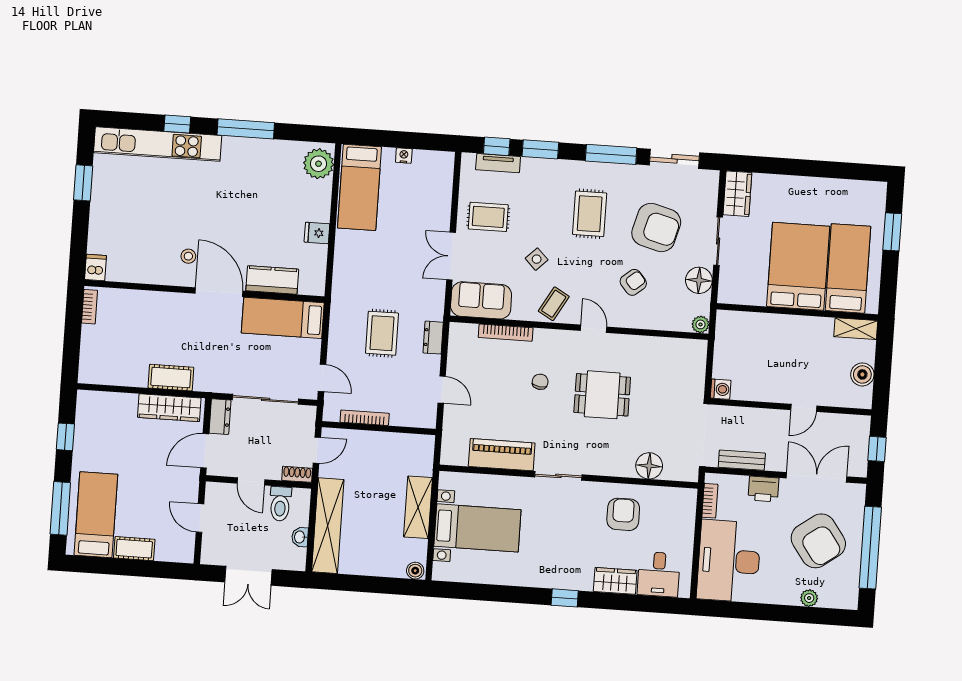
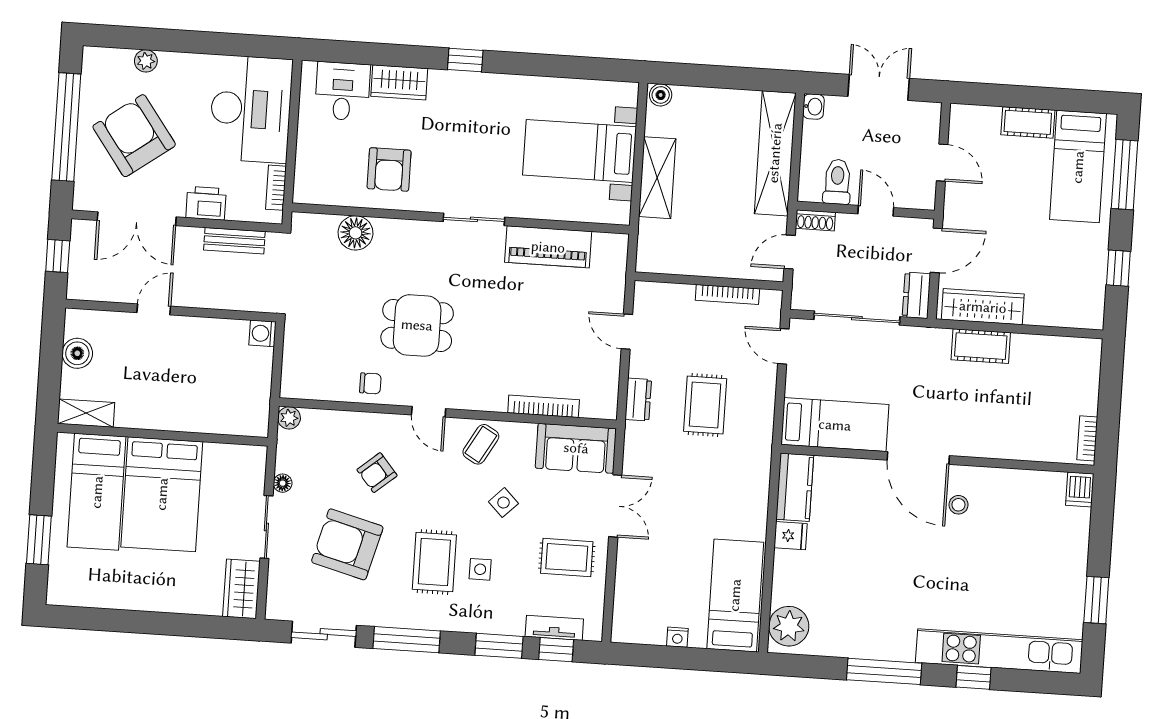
side table: (555, 208) -> (480, 569), added
kitchen counter: (272, 280) -> (795, 487), moved, turned -90
floor lamp: (699, 280) -> (283, 483), width x0.53, depth x0.53
chair: (540, 382) -> (370, 383), moved, turned -98
washbasin: (300, 537) -> (813, 107), moved

